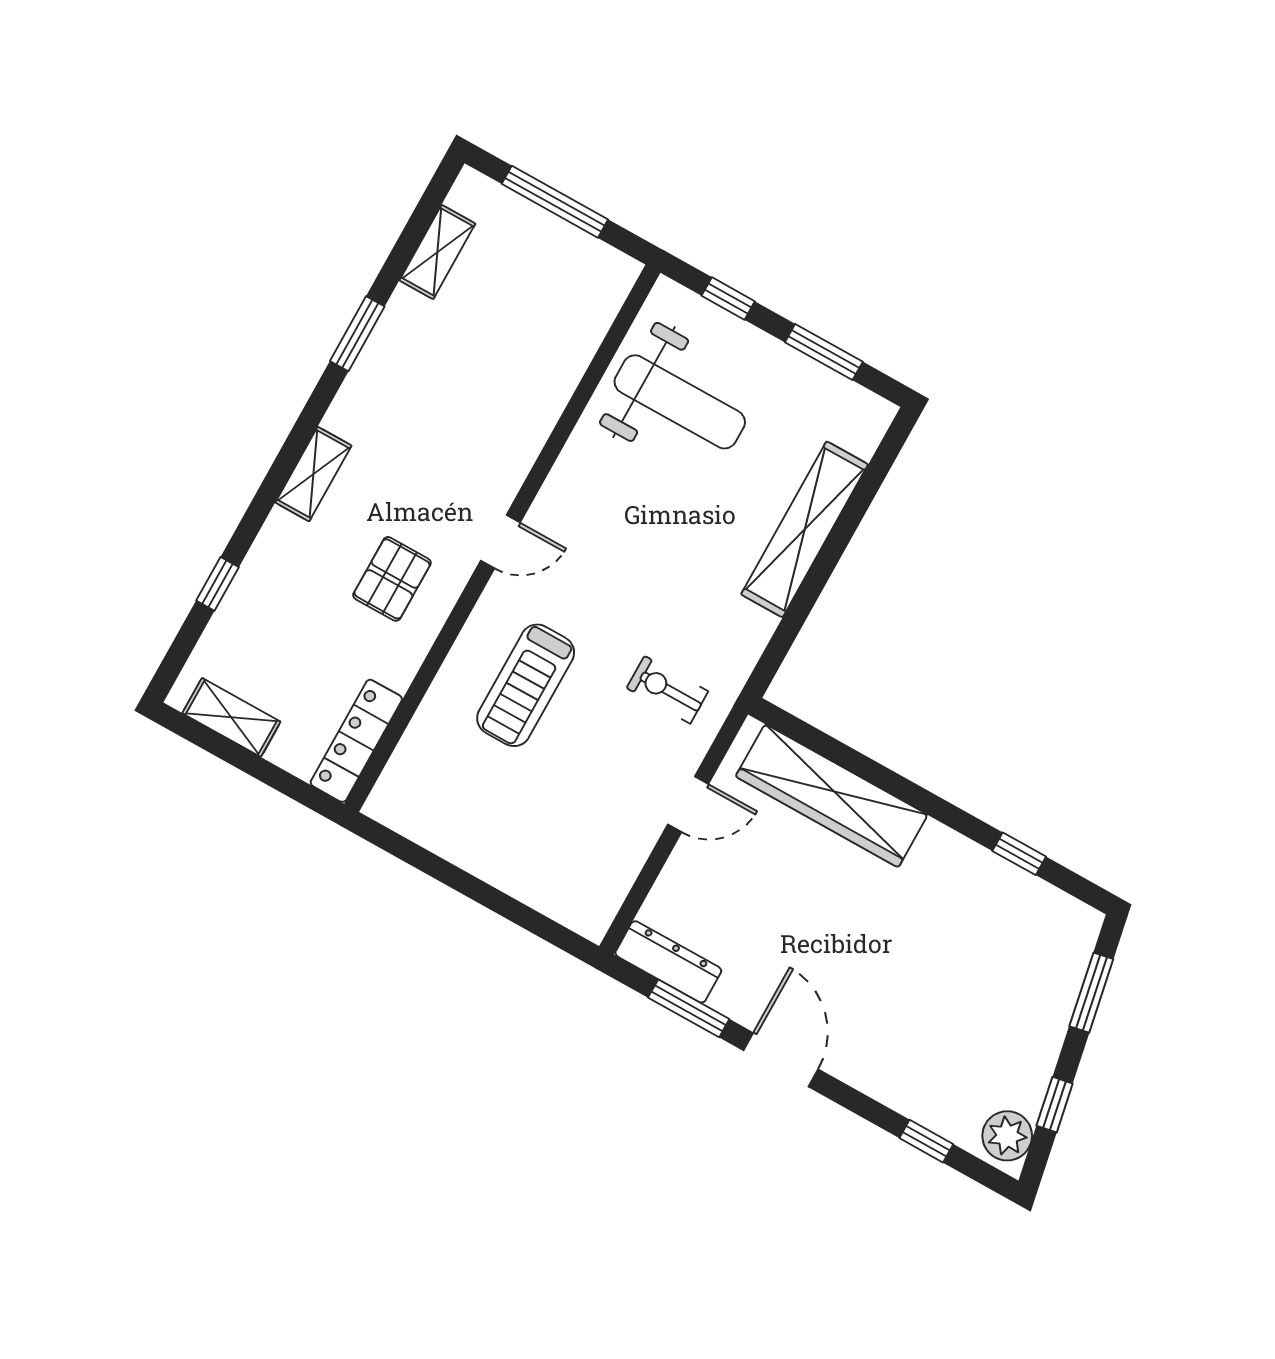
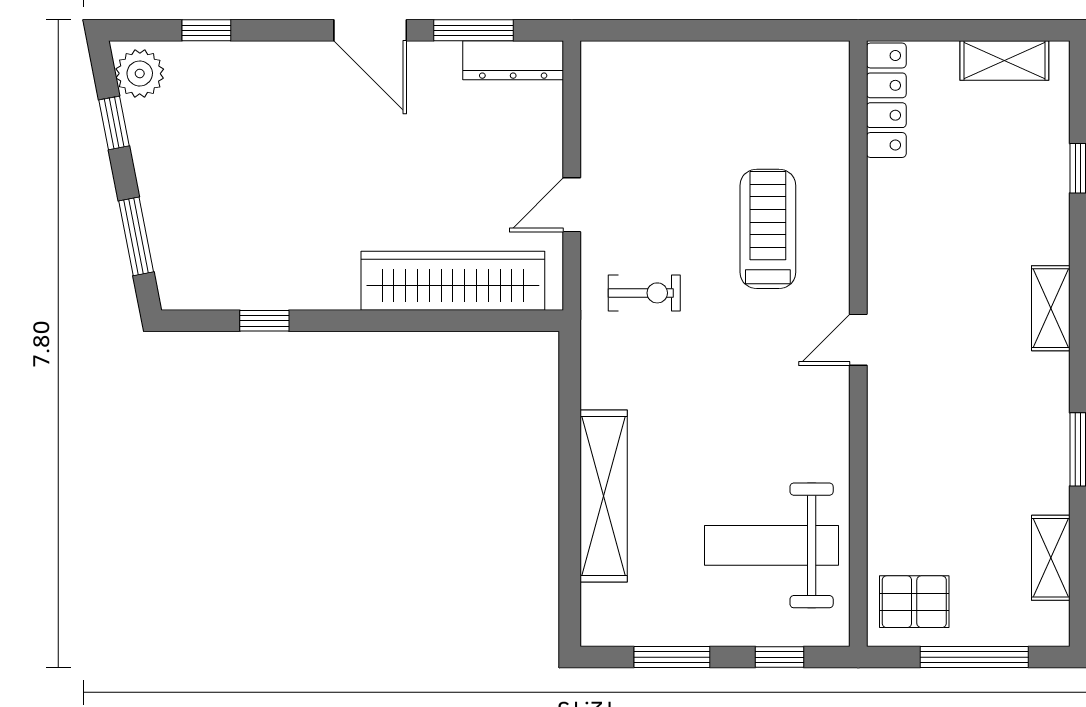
pallet: (392, 579) -> (914, 602), moved, turned 90

